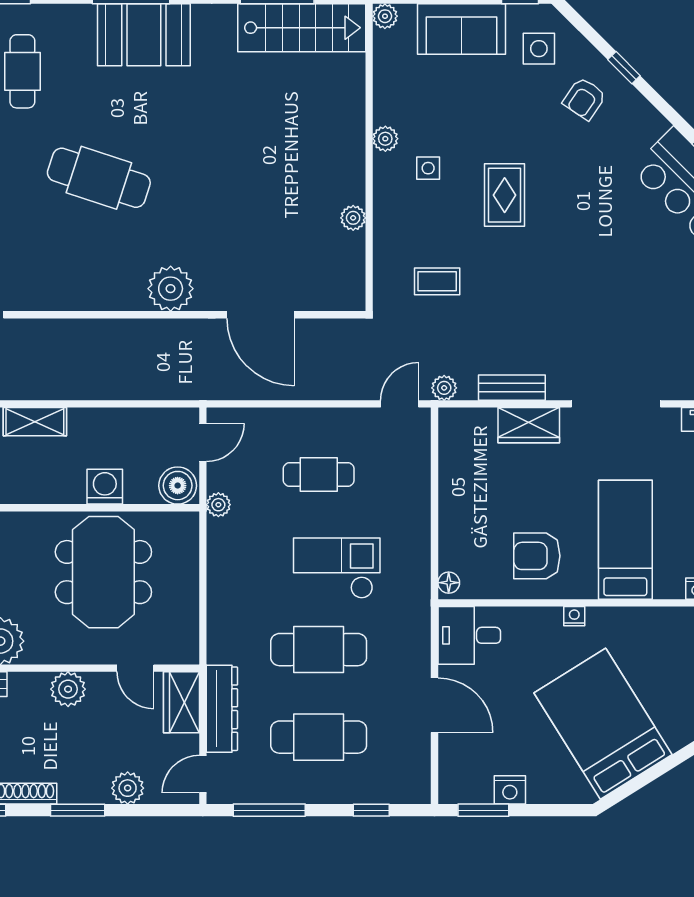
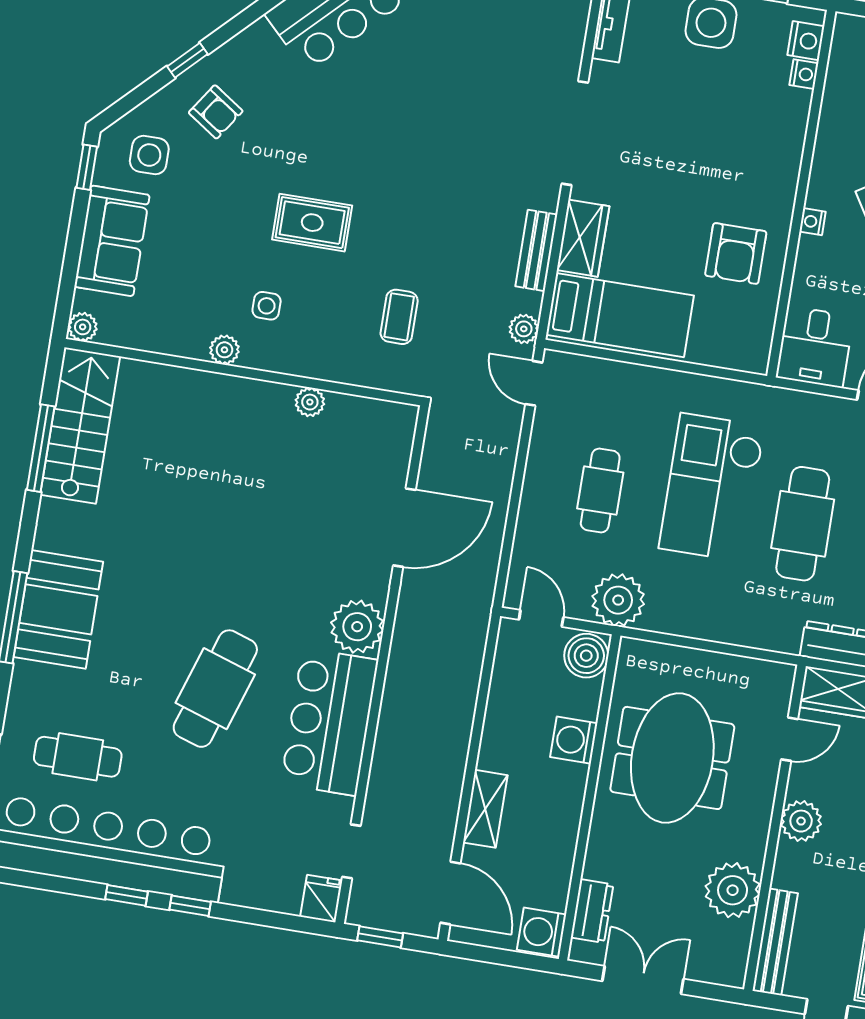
bar counter: (87, 278) -> (329, 722), added
plant: (218, 505) -> (618, 600), width x1.88, depth x1.88
bed: (625, 540) -> (620, 315), moved, turned 180
checkout: (337, 568) -> (712, 487), width x1.36, depth x1.21
meeting table: (103, 572) -> (672, 758), turned 90
floor lamp: (449, 583) -> (750, 361), removed

